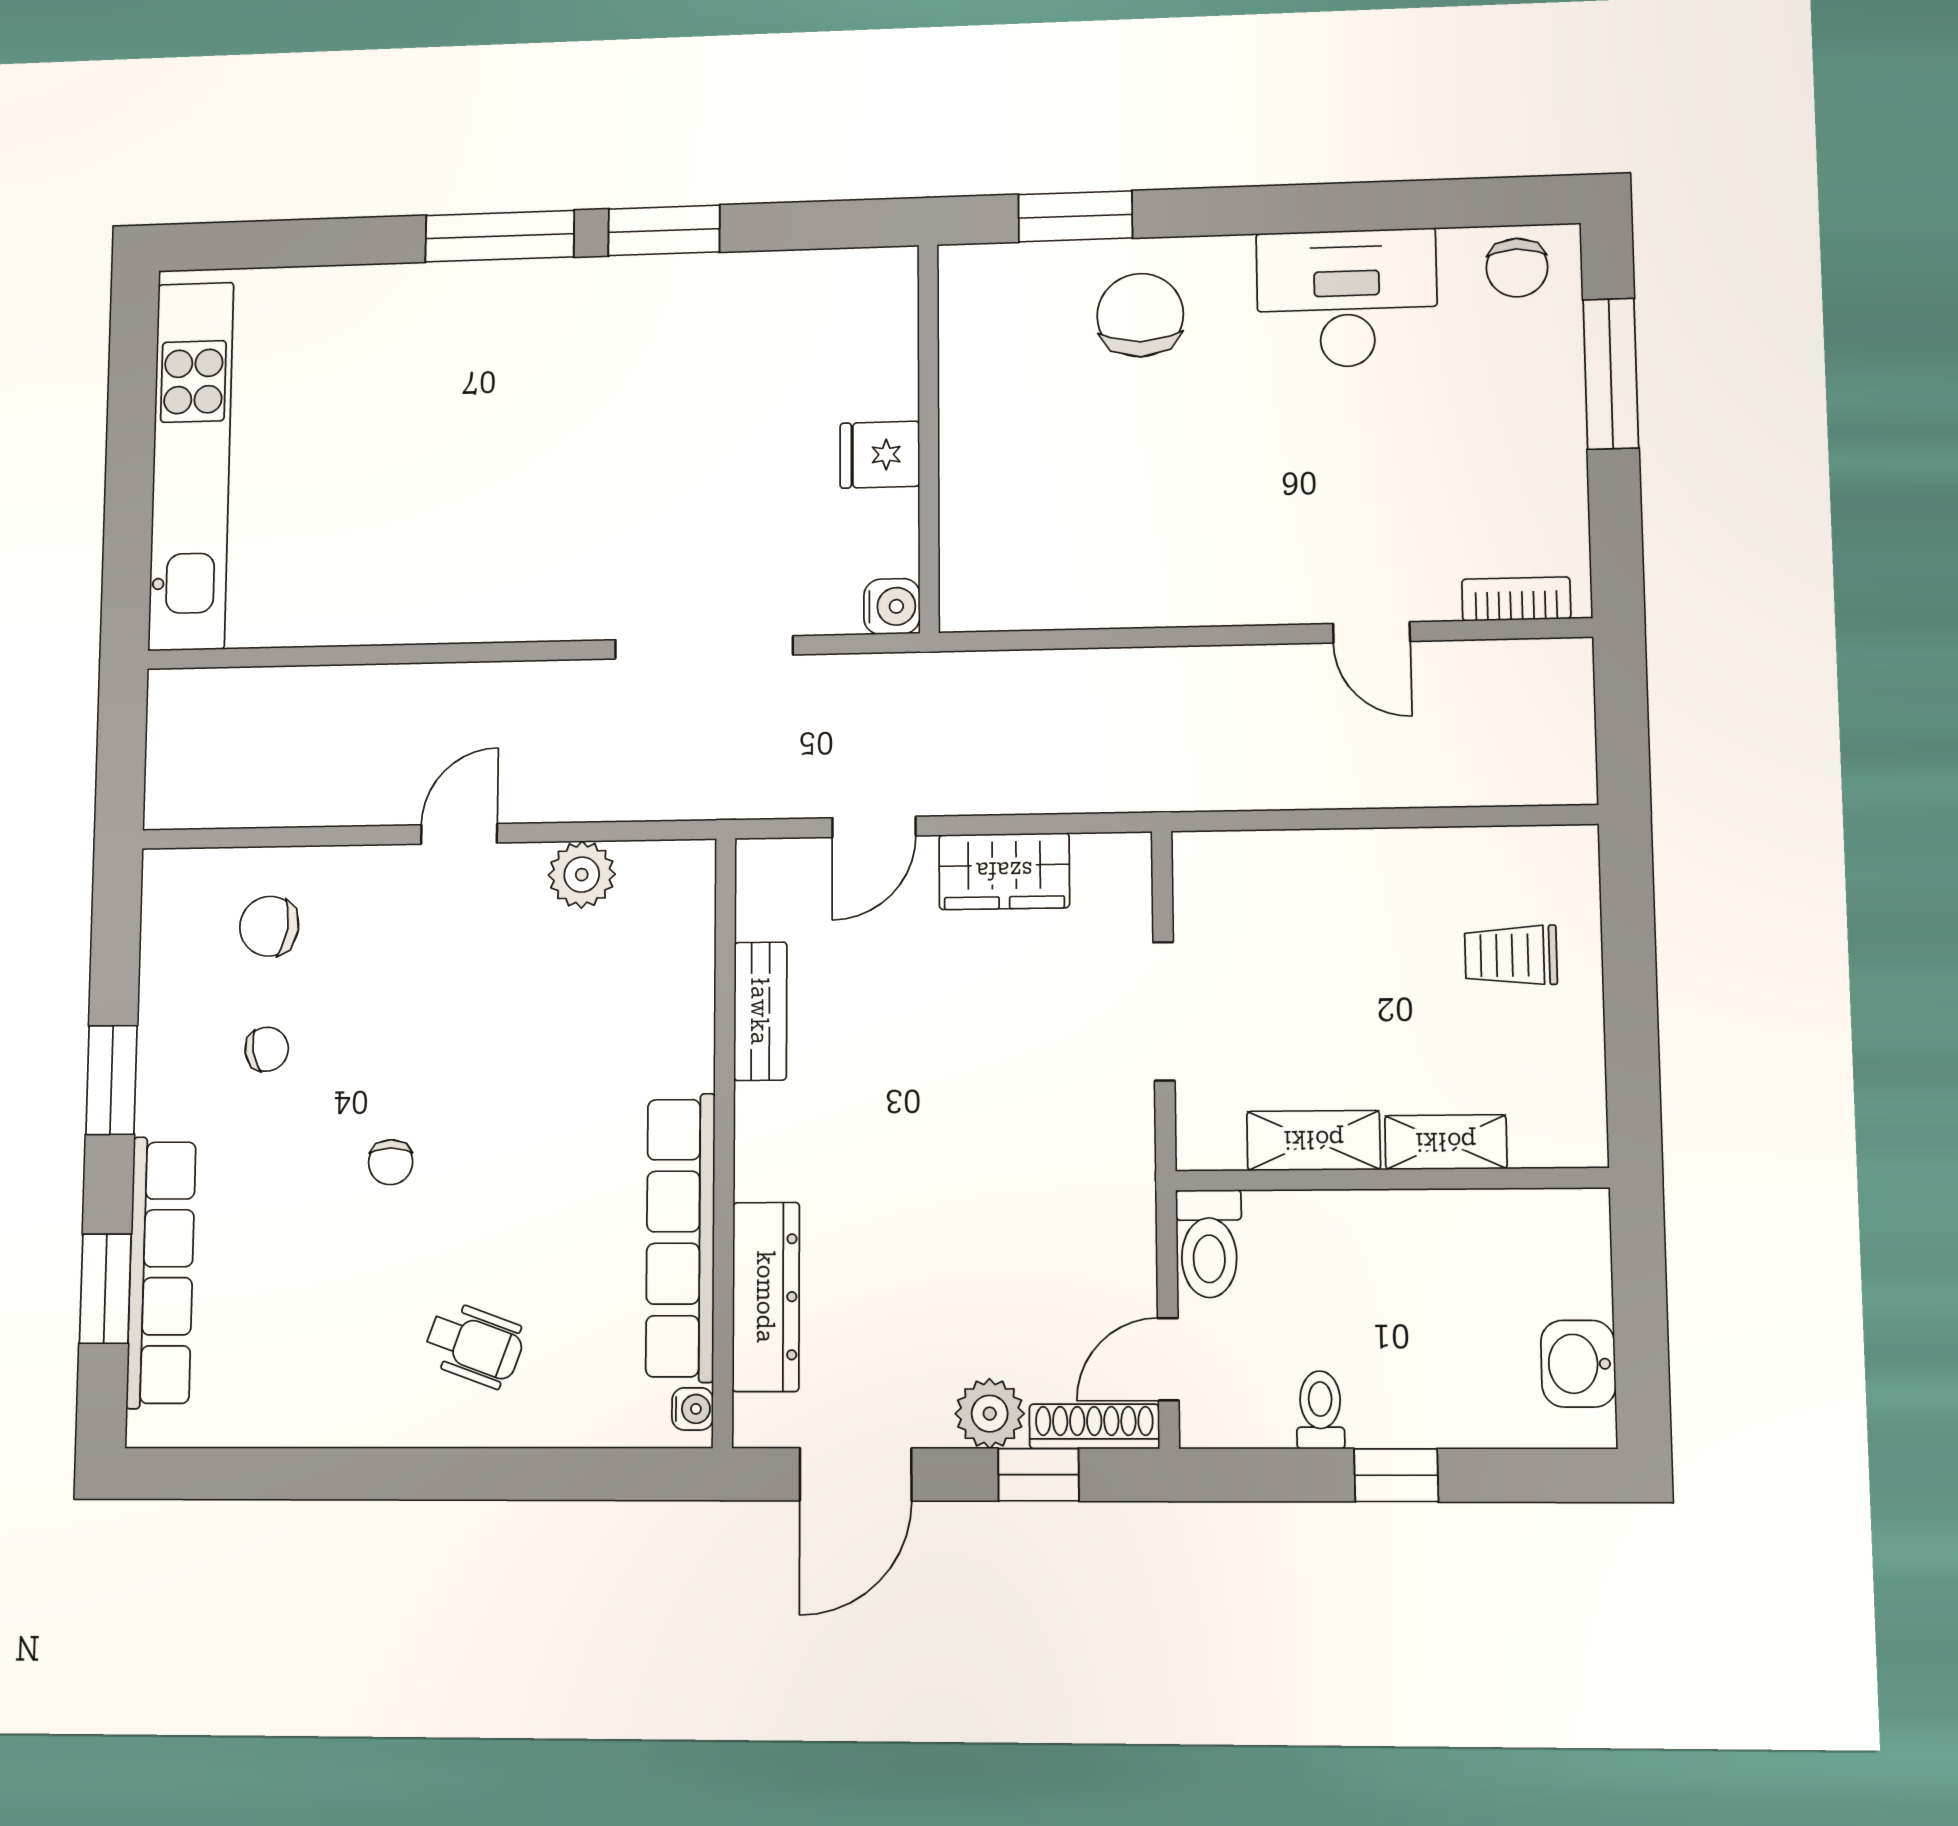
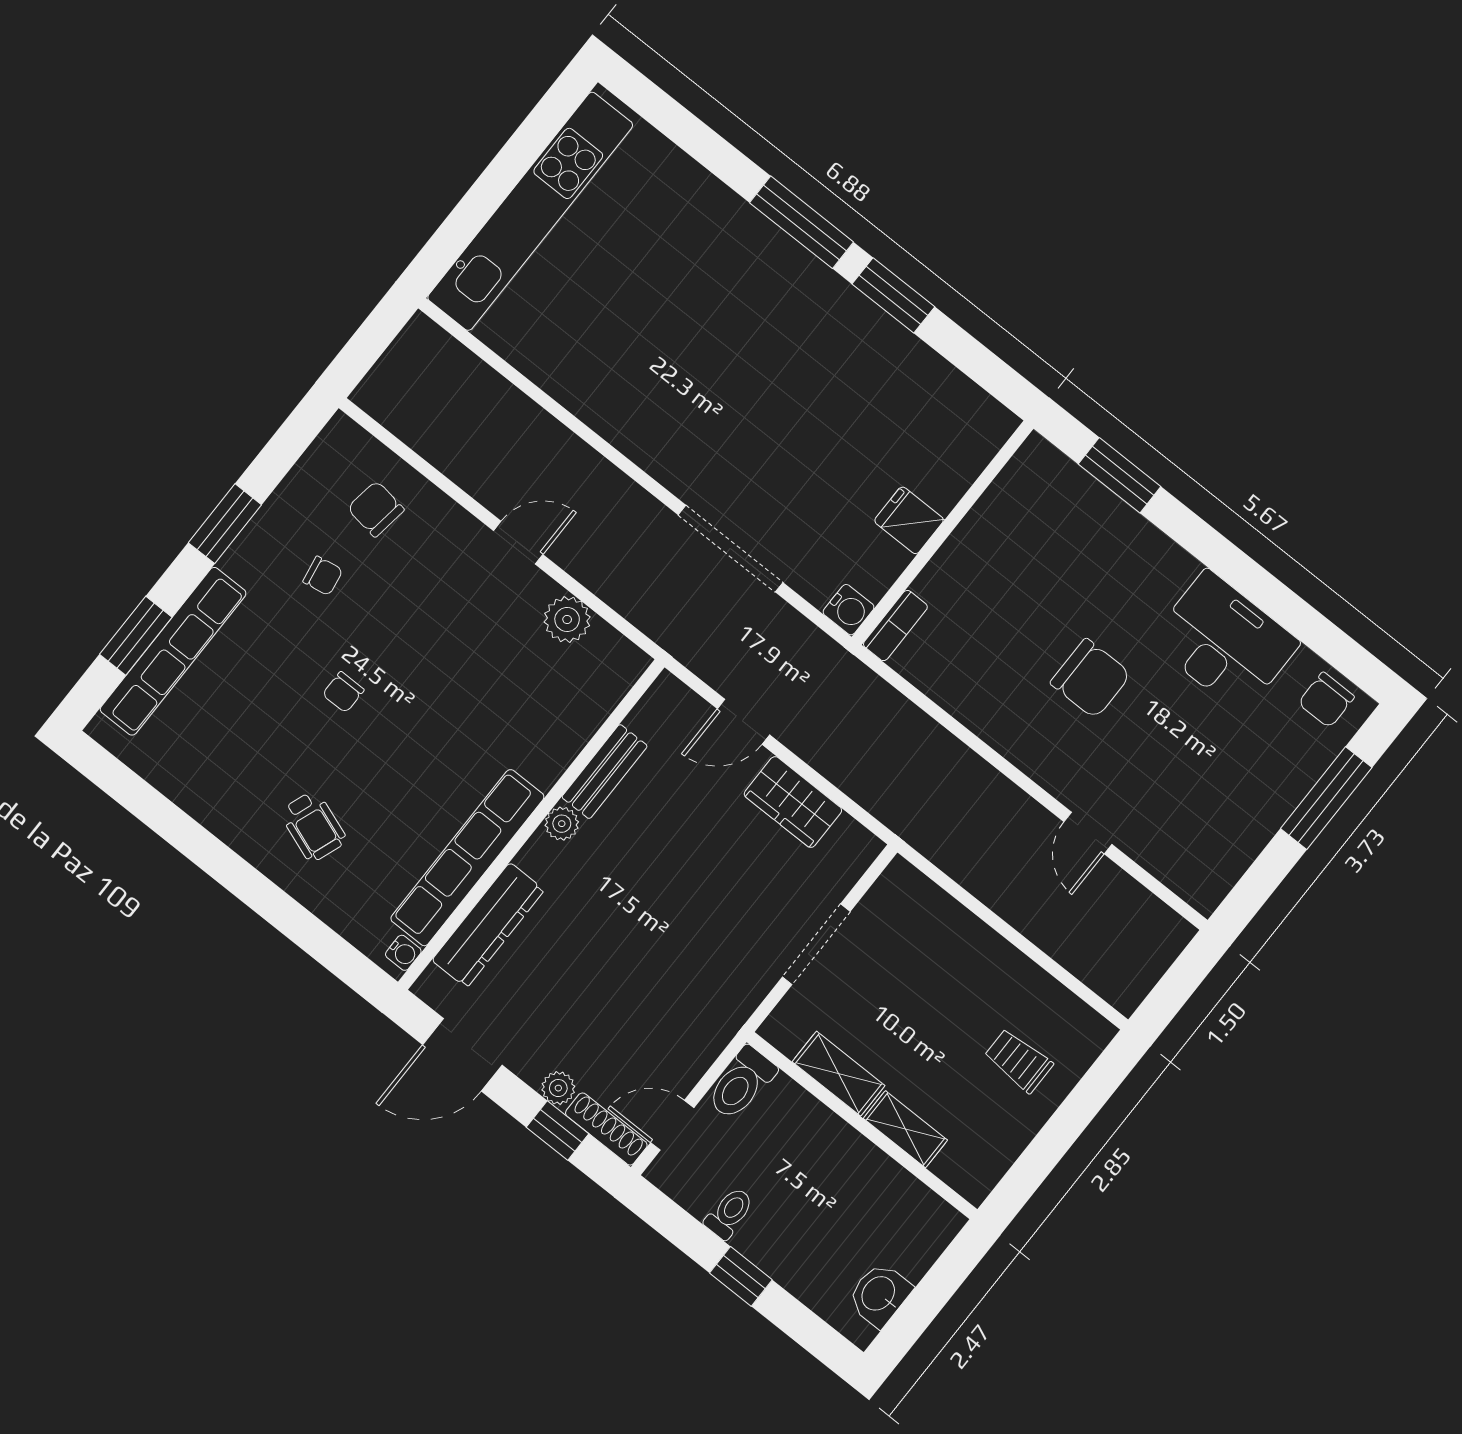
chair: (1140, 315) -> (1091, 679), moved, turned 90
bookcase: (1516, 599) -> (895, 626), moved, turned 90
plant: (758, 1110) -> (562, 824), added
plant: (990, 1414) -> (558, 1088), width x0.73, depth x0.73

